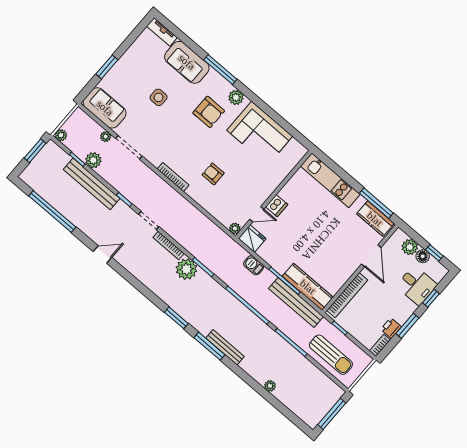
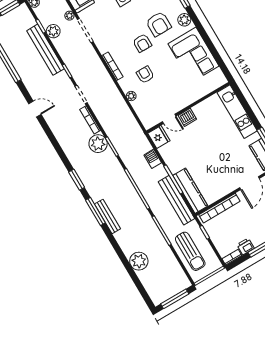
armchair: (198, 140) -> (142, 43), added
plant: (235, 228) -> (131, 96), moved
plant: (270, 386) -> (139, 261), width x1.87, depth x1.87

